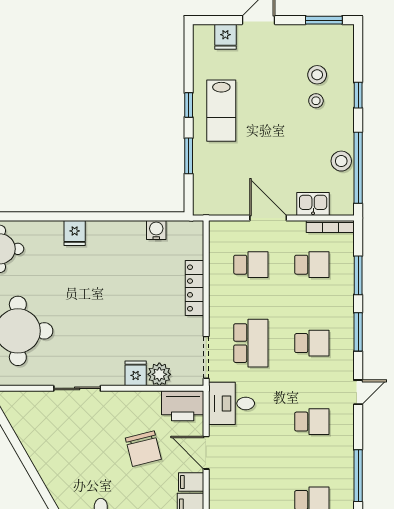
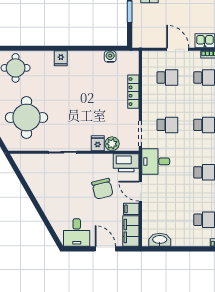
school desk: (251, 343) -> (167, 125), width x0.54

